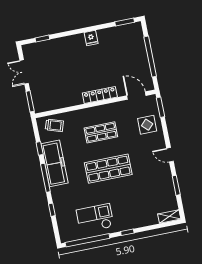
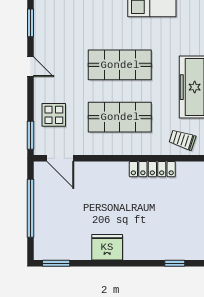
fridge: (91, 38) -> (107, 247), width x1.88, depth x1.34
locker: (100, 95) -> (152, 169), moved
shop shelf: (101, 132) -> (120, 117), width x1.43, depth x1.36

